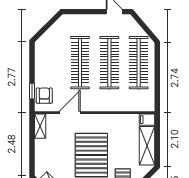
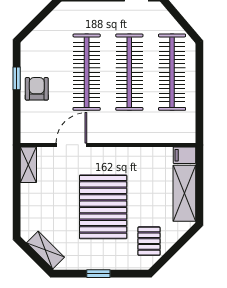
window: (32, 91) -> (17, 78), moved
armchair: (44, 96) -> (37, 89), moved

